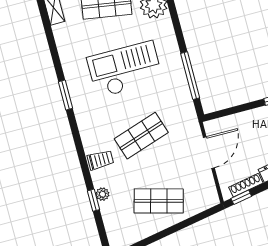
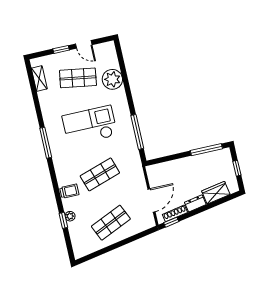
window: (66, 95) -> (46, 143), width x1.44
door: (209, 153) -> (151, 200), moved
shop shelf: (159, 201) -> (111, 223), turned -39

